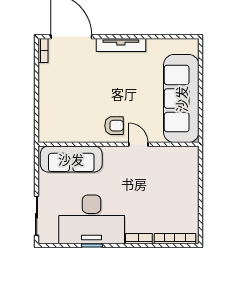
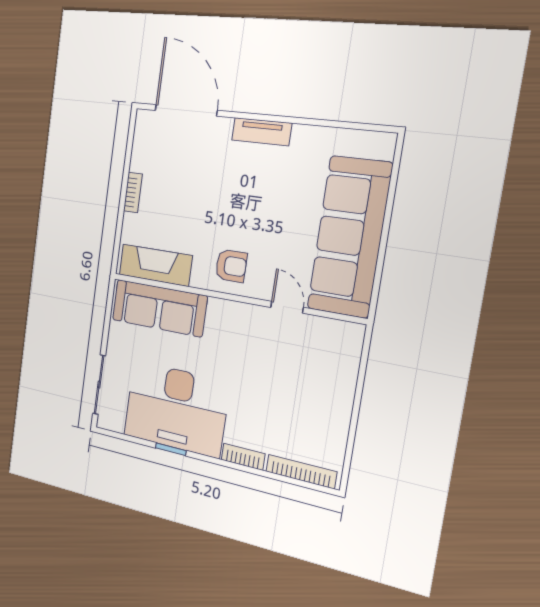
tv unit: (121, 45) -> (262, 132), width x0.71
bookcase: (43, 50) -> (133, 193), moved
fireplace: (65, 133) -> (155, 265), added
door: (138, 144) -> (287, 307), moved

